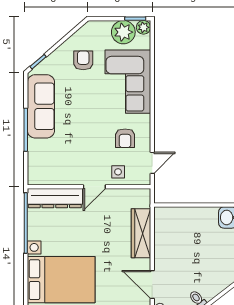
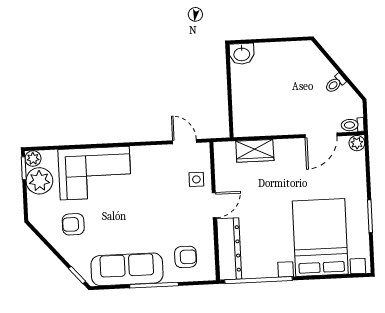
armchair: (125, 138) -> (186, 257), moved
door: (94, 187) -> (214, 205), hinge flipped
wardrobe: (141, 233) -> (255, 151), width x0.67

